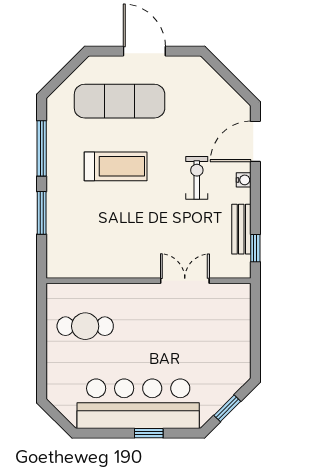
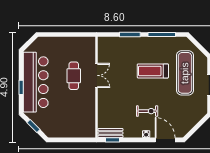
treadmill: (116, 166) -> (153, 71), turned 90
bench: (241, 229) -> (110, 133), moved
double door: (185, 281) -> (96, 75), moved
cafe table: (85, 326) -> (74, 76), moved

